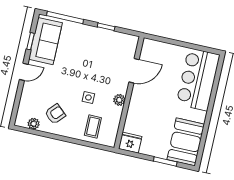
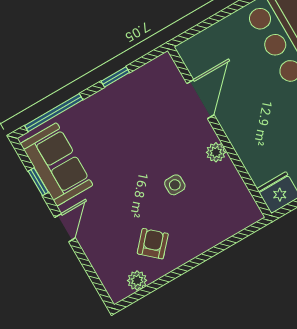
coffee table: (93, 127) -> (214, 216), removed

